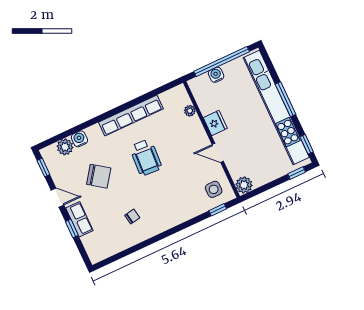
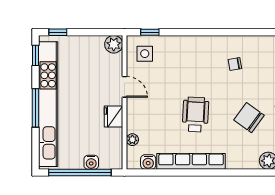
water cooler: (79, 139) -> (148, 162), moved

